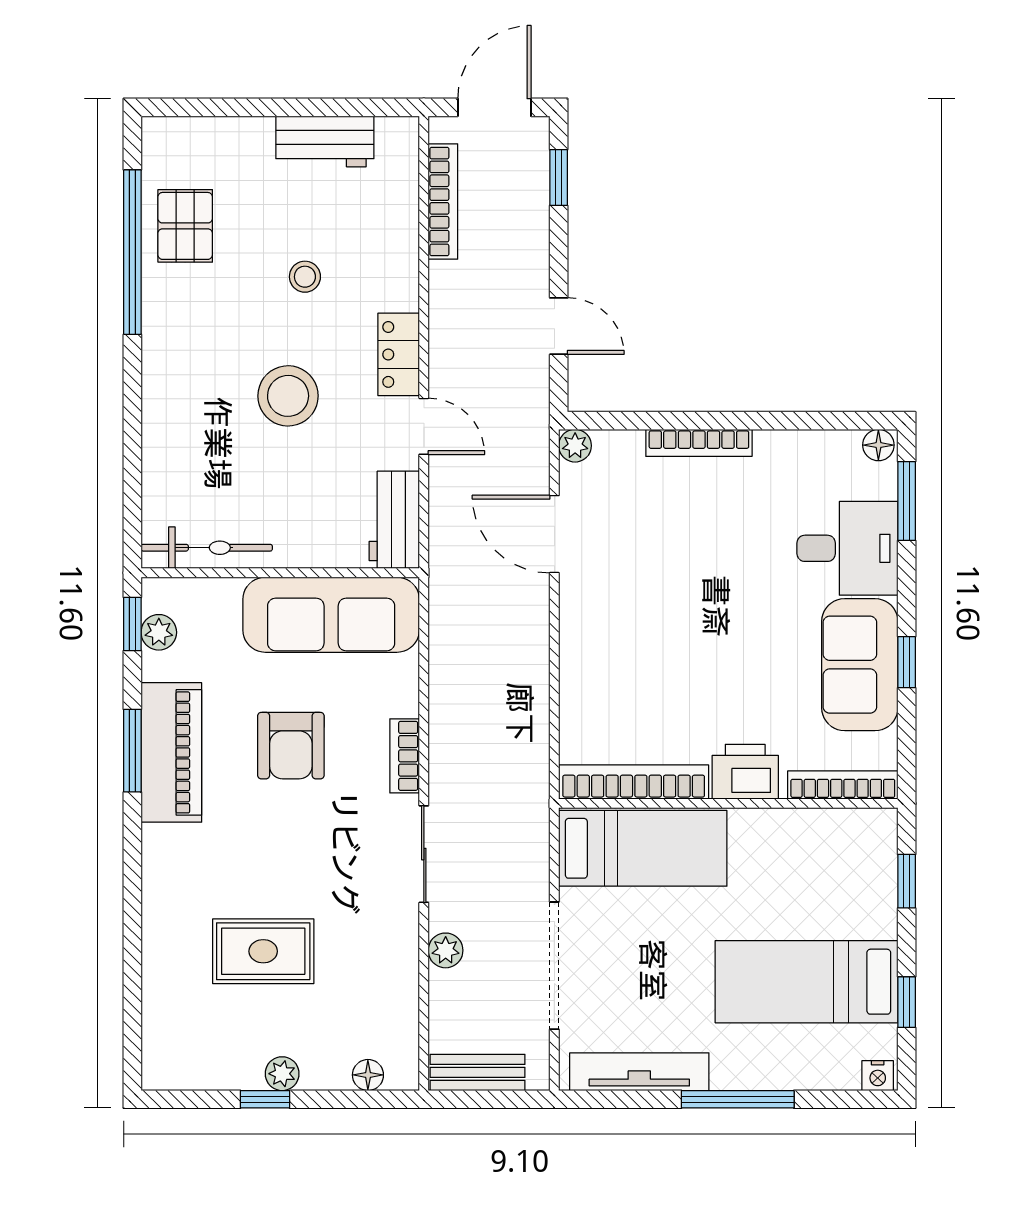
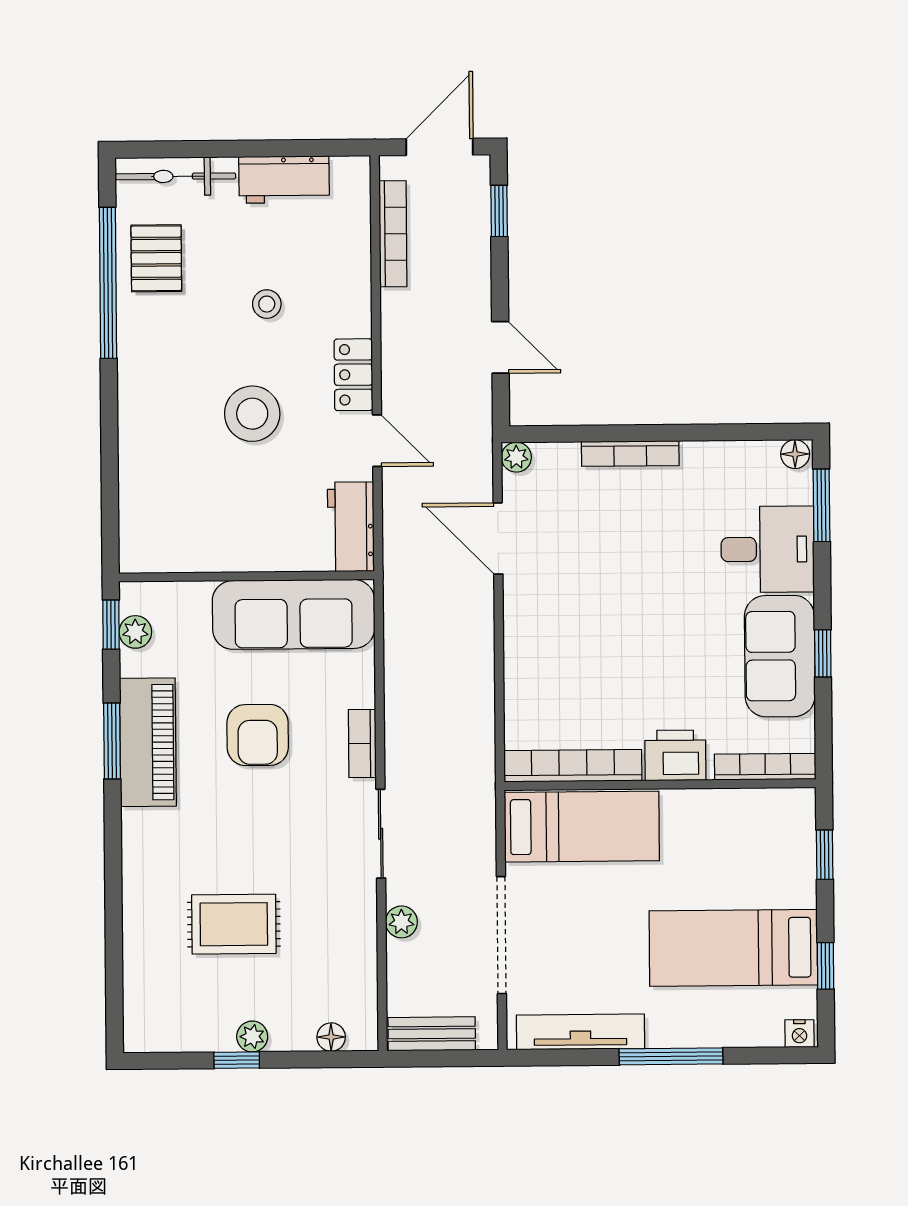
bicycle: (207, 548) -> (175, 176), moved, turned 180

